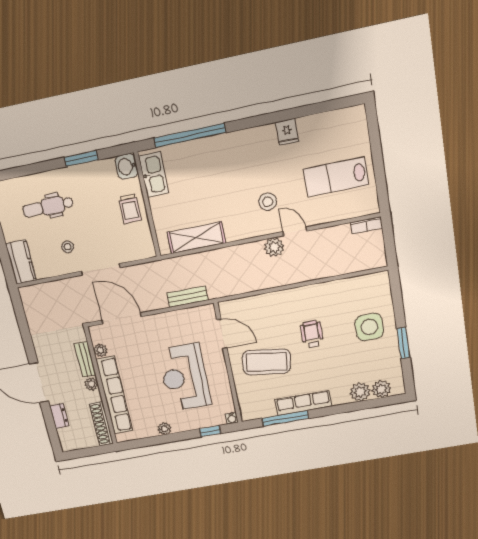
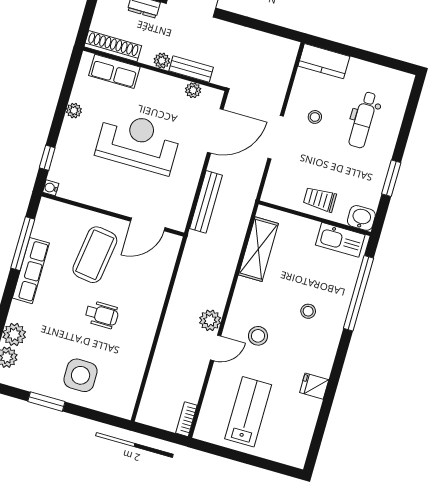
stool: (226, 170) -> (308, 311), added
dental chair: (48, 207) -> (363, 120), turned 180
bench: (188, 297) -> (206, 202), width x1.36
reception desk: (185, 377) -> (138, 142), moved
row of seats: (114, 395) -> (114, 71), width x0.50

